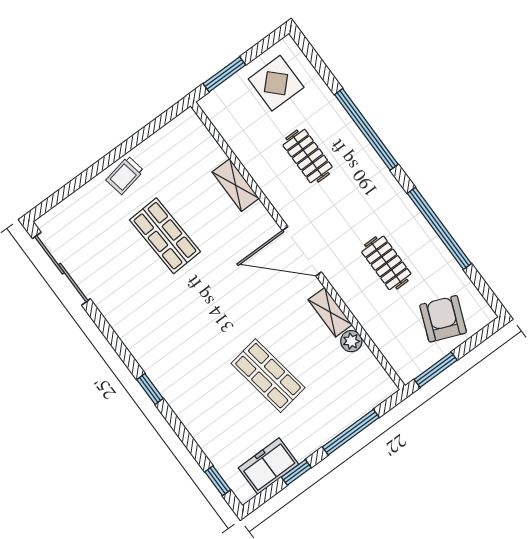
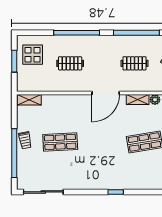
window: (224, 74) -> (14, 61), moved
window: (91, 173) -> (14, 153), added
shelving: (236, 185) -> (29, 100), moved

